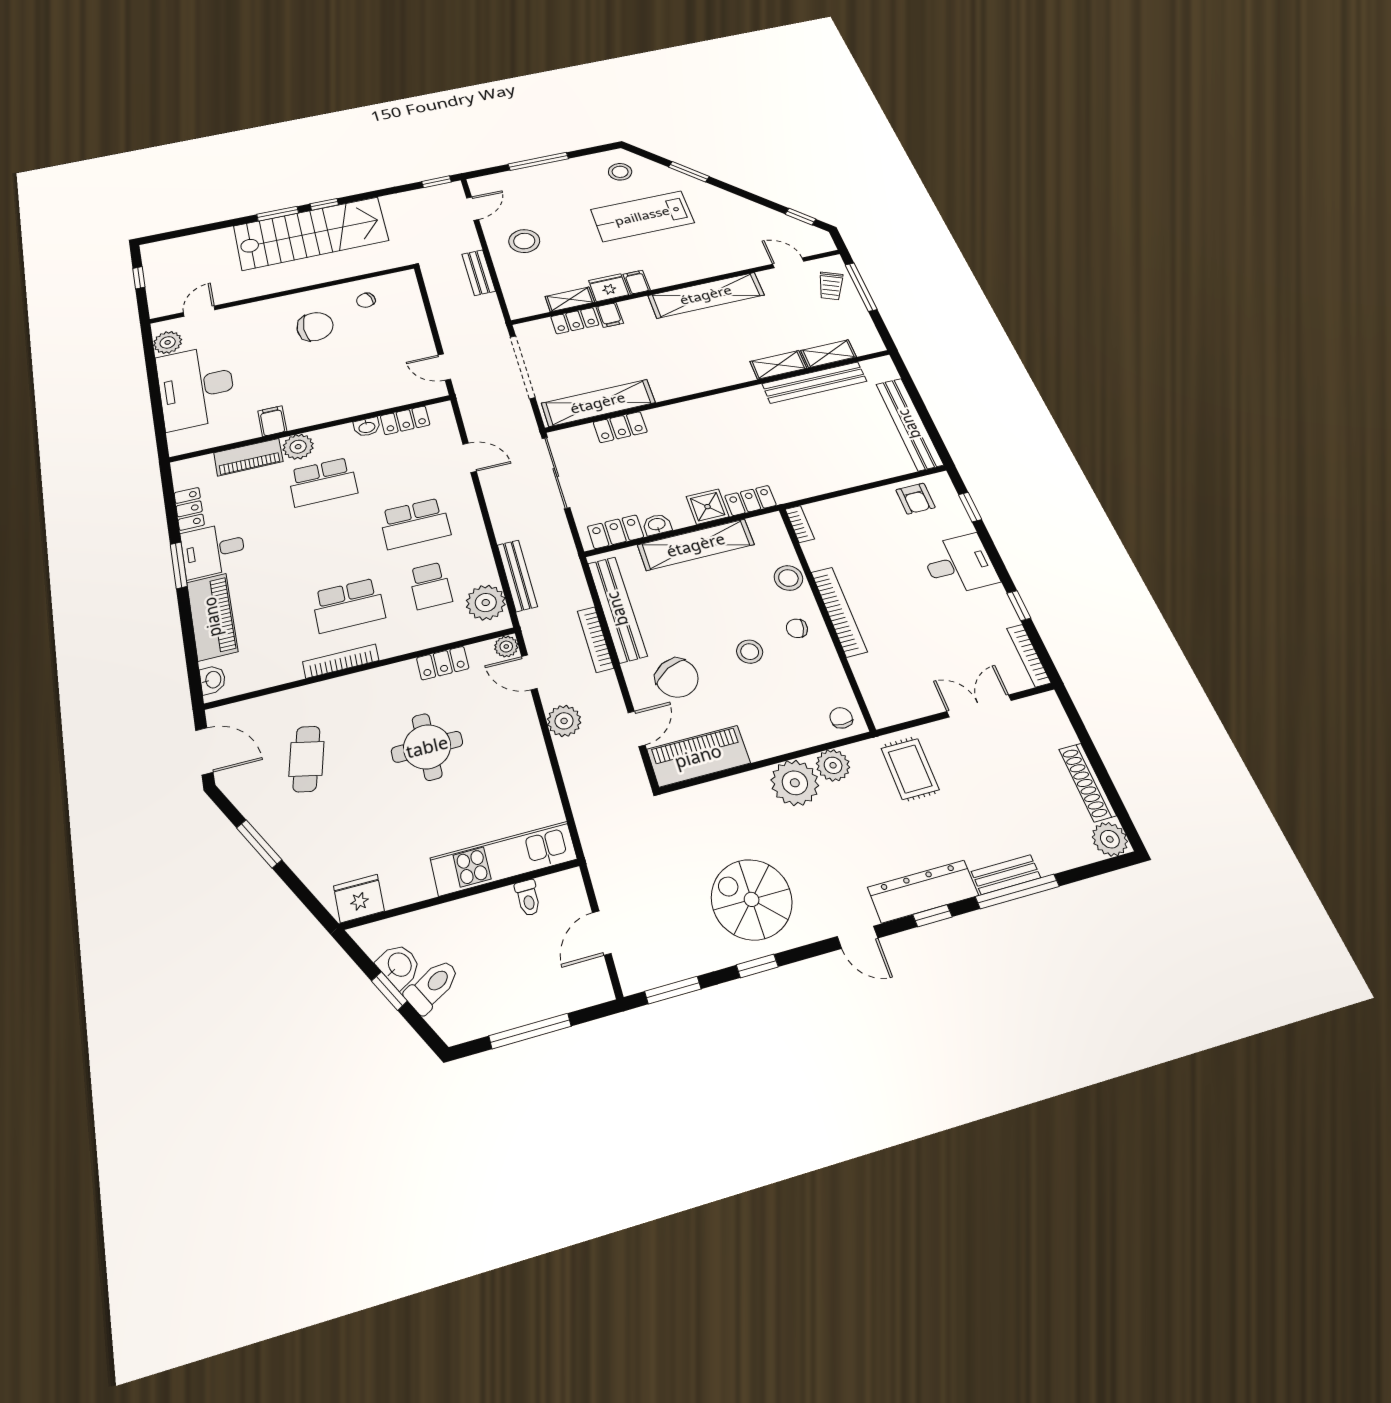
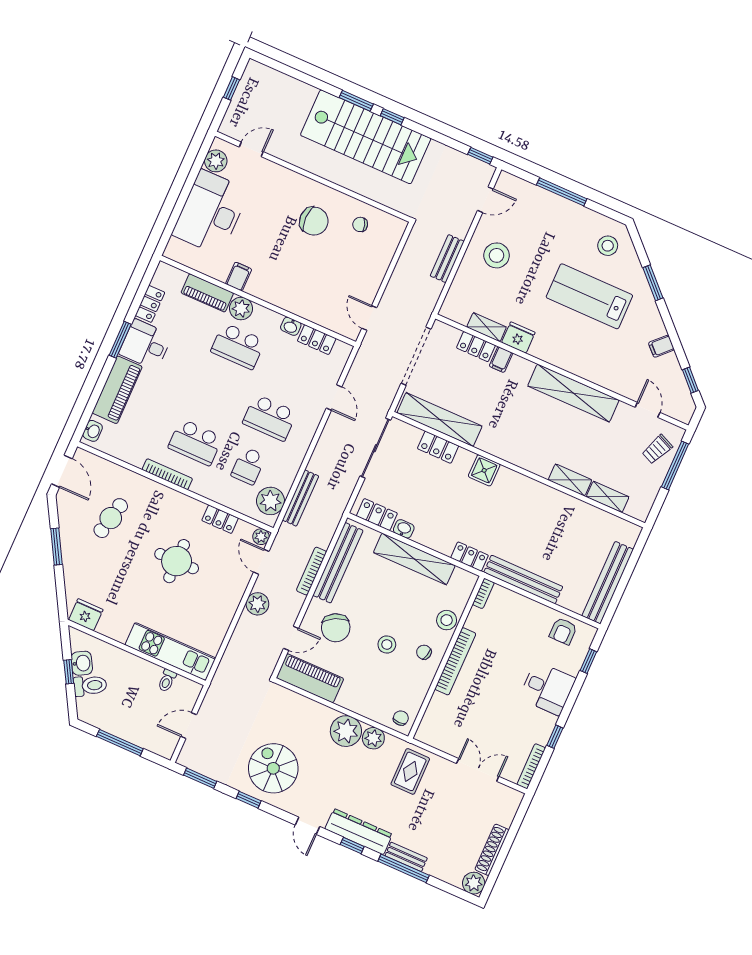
filing cabinet: (637, 282) -> (661, 346), moved, turned -135
bench: (814, 383) -> (523, 579), moved
shower: (708, 507) -> (484, 470), moved

